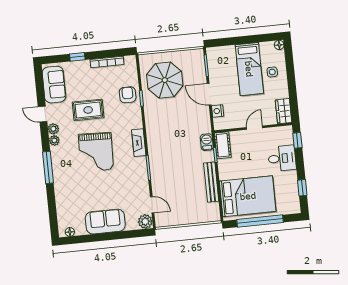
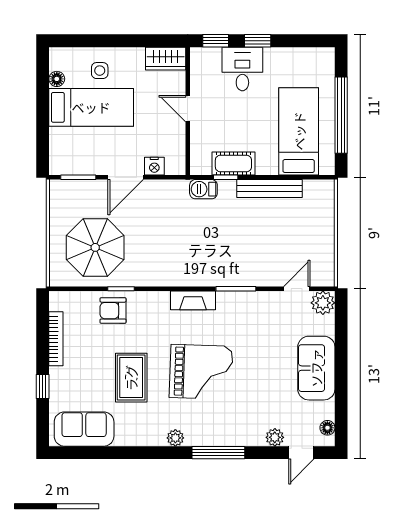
floor lamp: (279, 45) -> (57, 79), moved
door: (43, 114) -> (301, 453), moved
plant: (53, 129) -> (275, 437), moved
cot: (223, 145) -> (233, 164), moved
window: (302, 188) -> (258, 41), moved
bed: (248, 196) -> (299, 131), width x0.67

